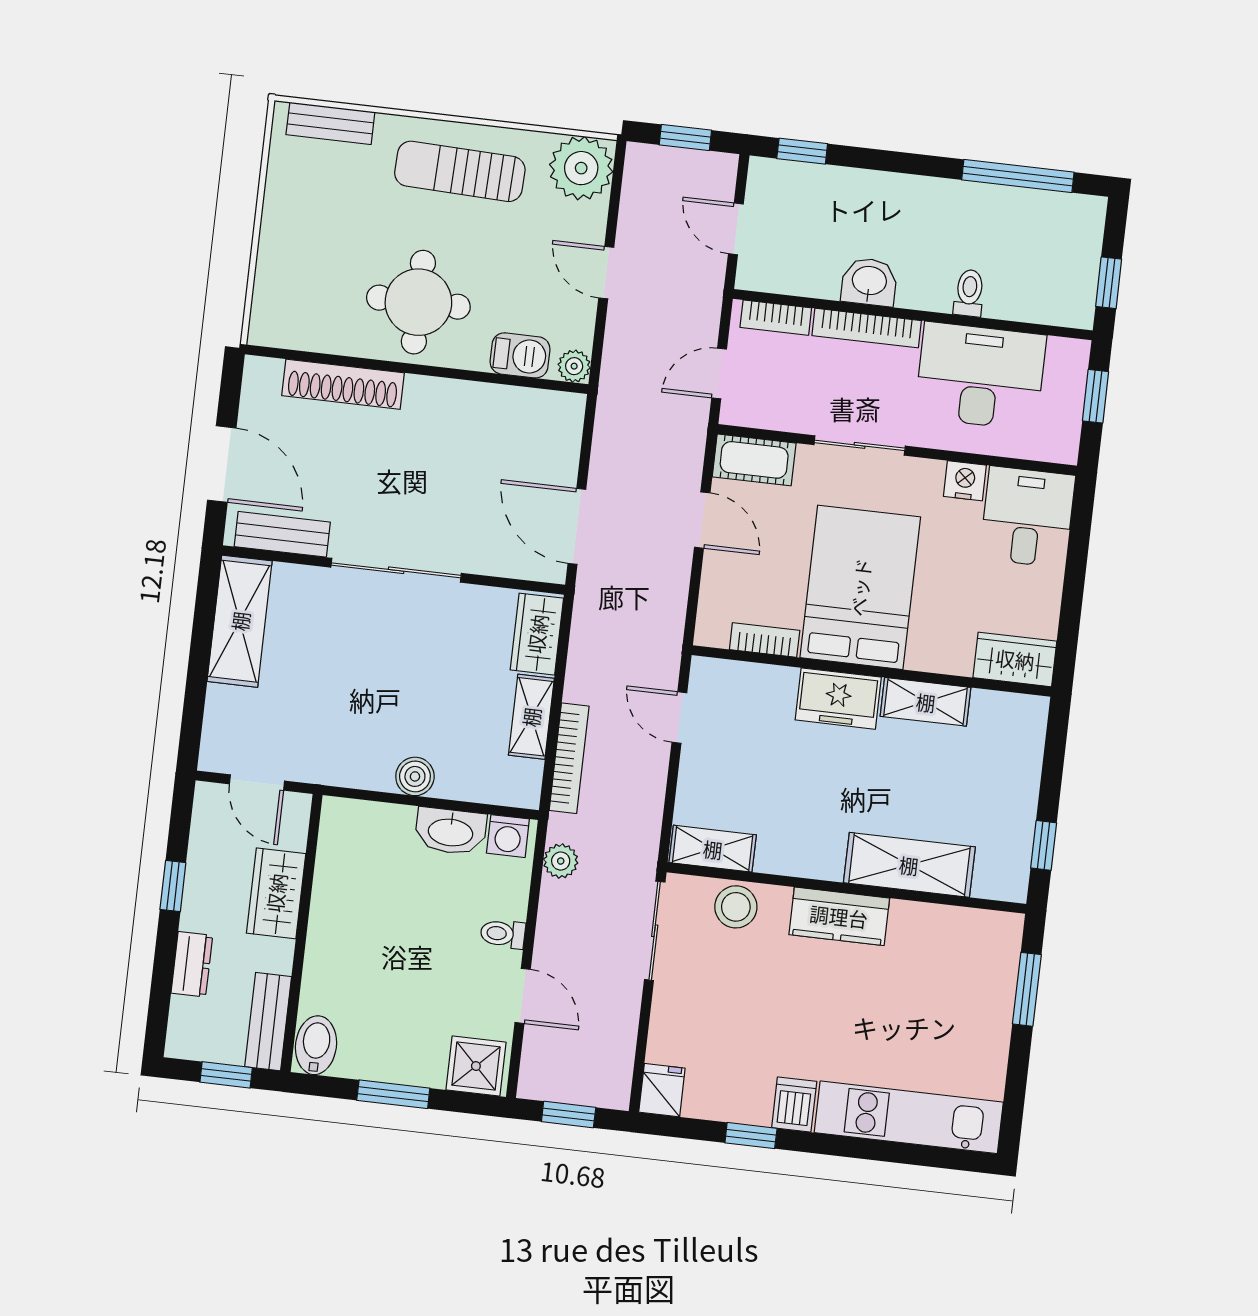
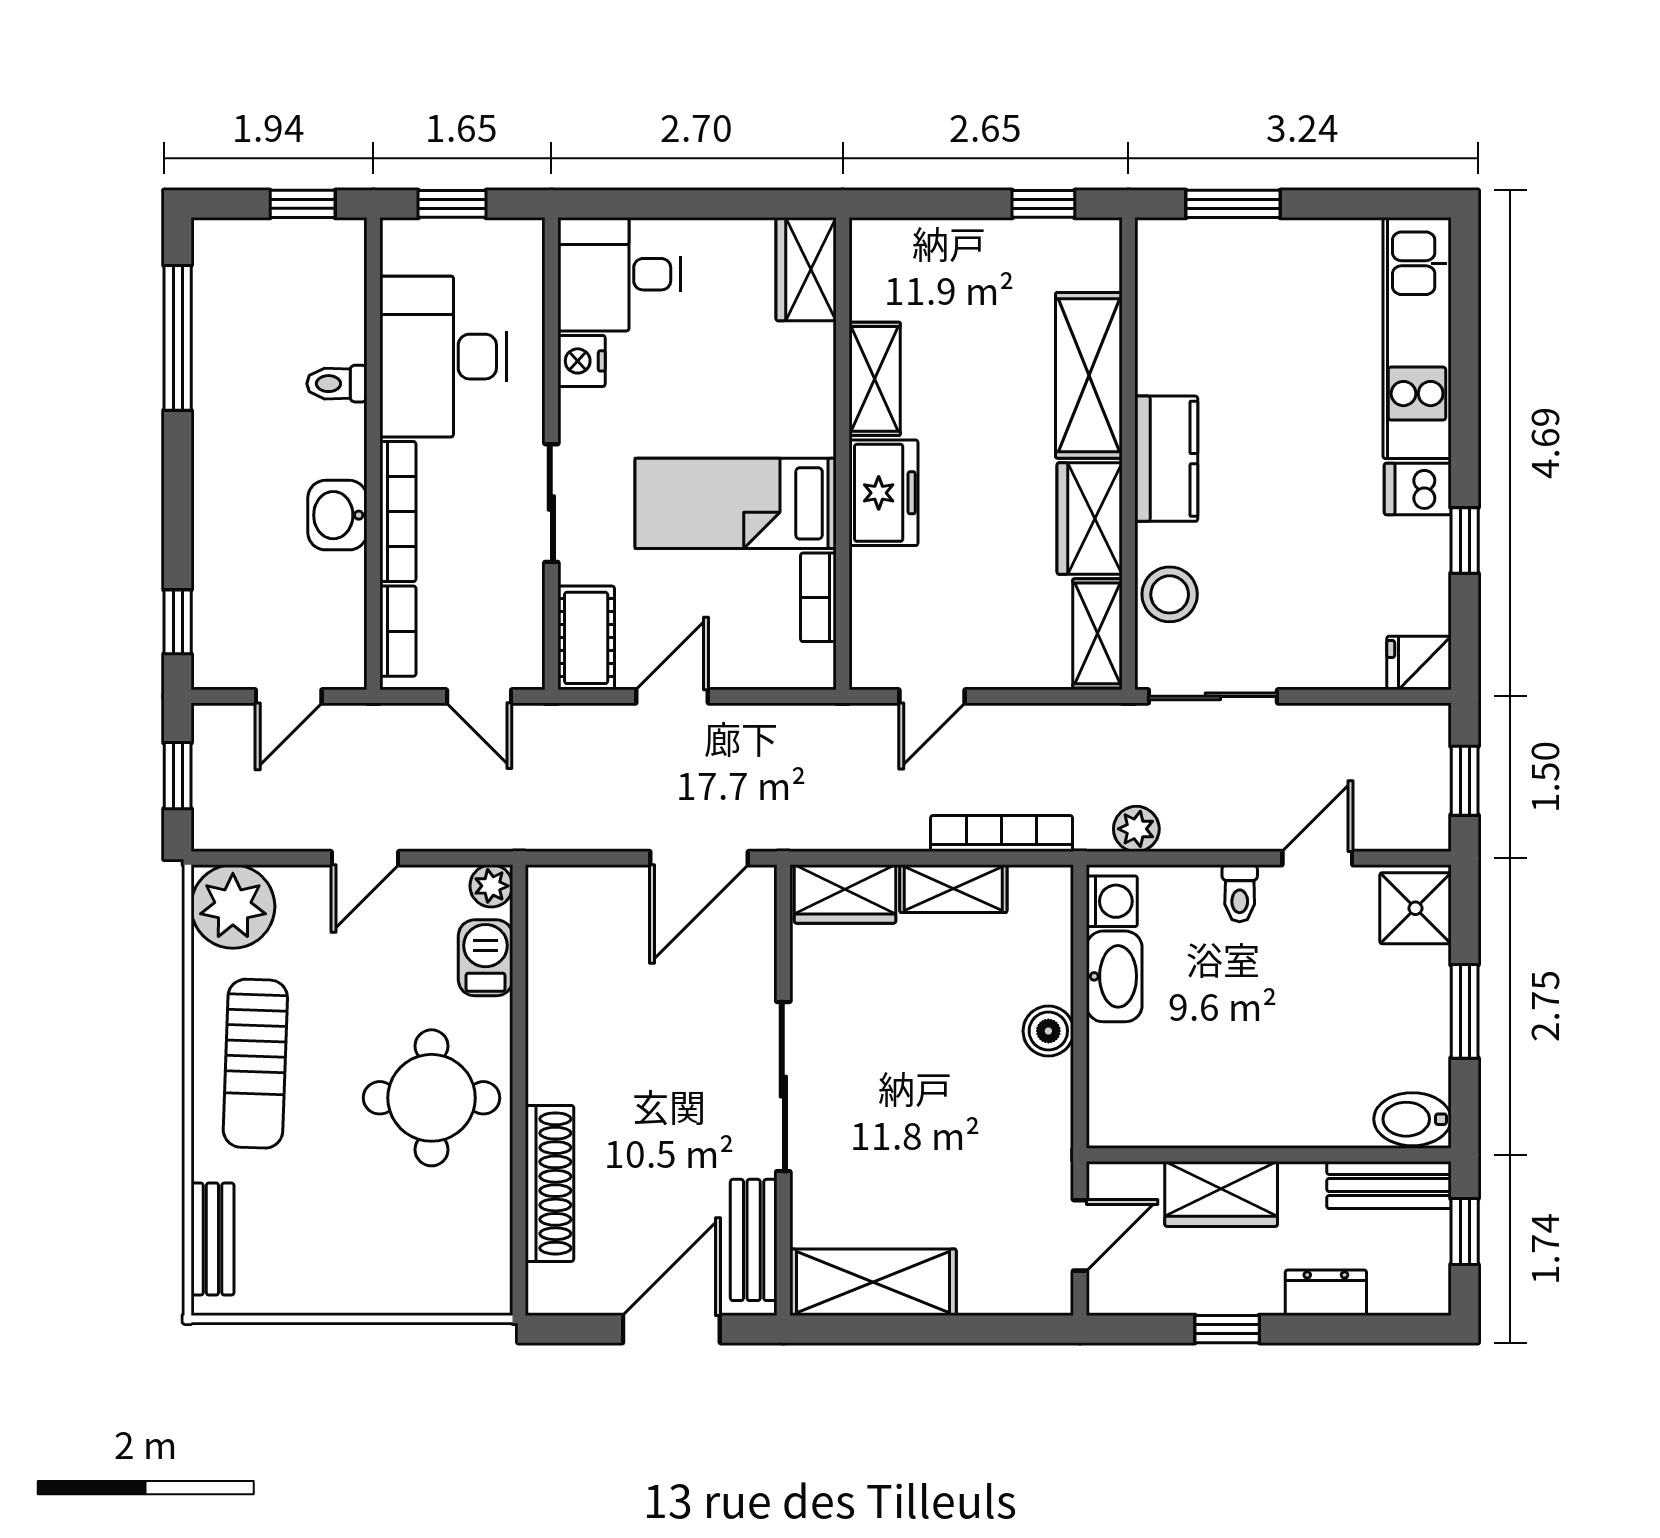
bed: (860, 587) -> (736, 503), width x0.67
wardrobe: (801, 853) -> (1090, 518), added

